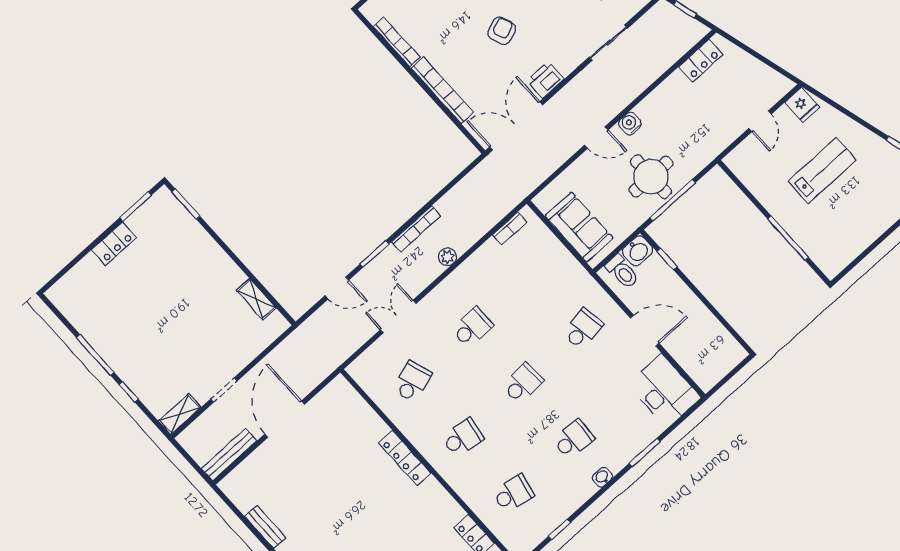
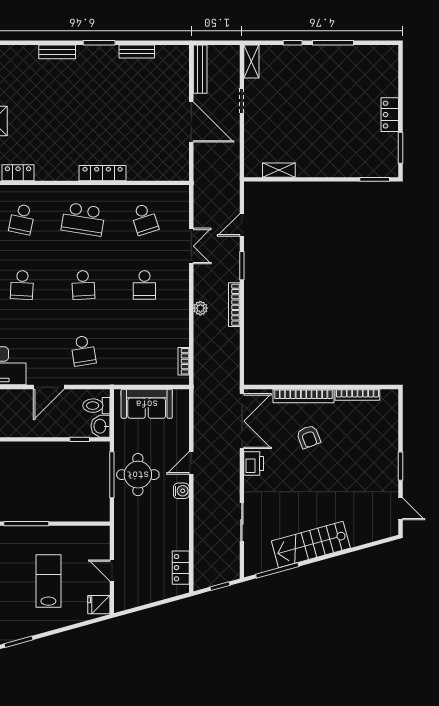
armchair: (502, 31) -> (309, 437), moved
lab bench: (822, 170) -> (48, 581), turned 180
school desk: (463, 438) -> (83, 219), width x1.85

